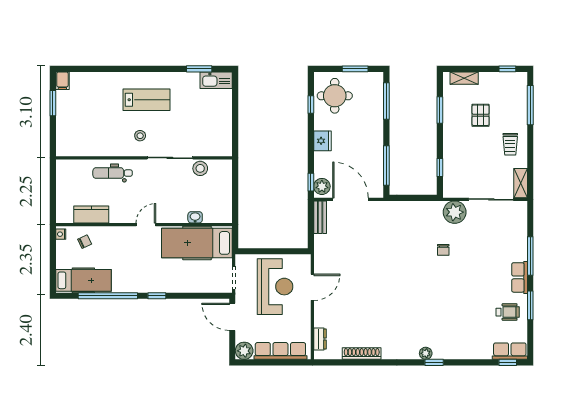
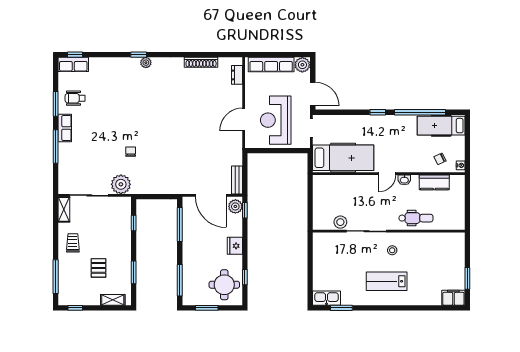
filing cabinet: (62, 81) -> (453, 298), width x2.00
washbasin: (195, 217) -> (404, 180), moved

